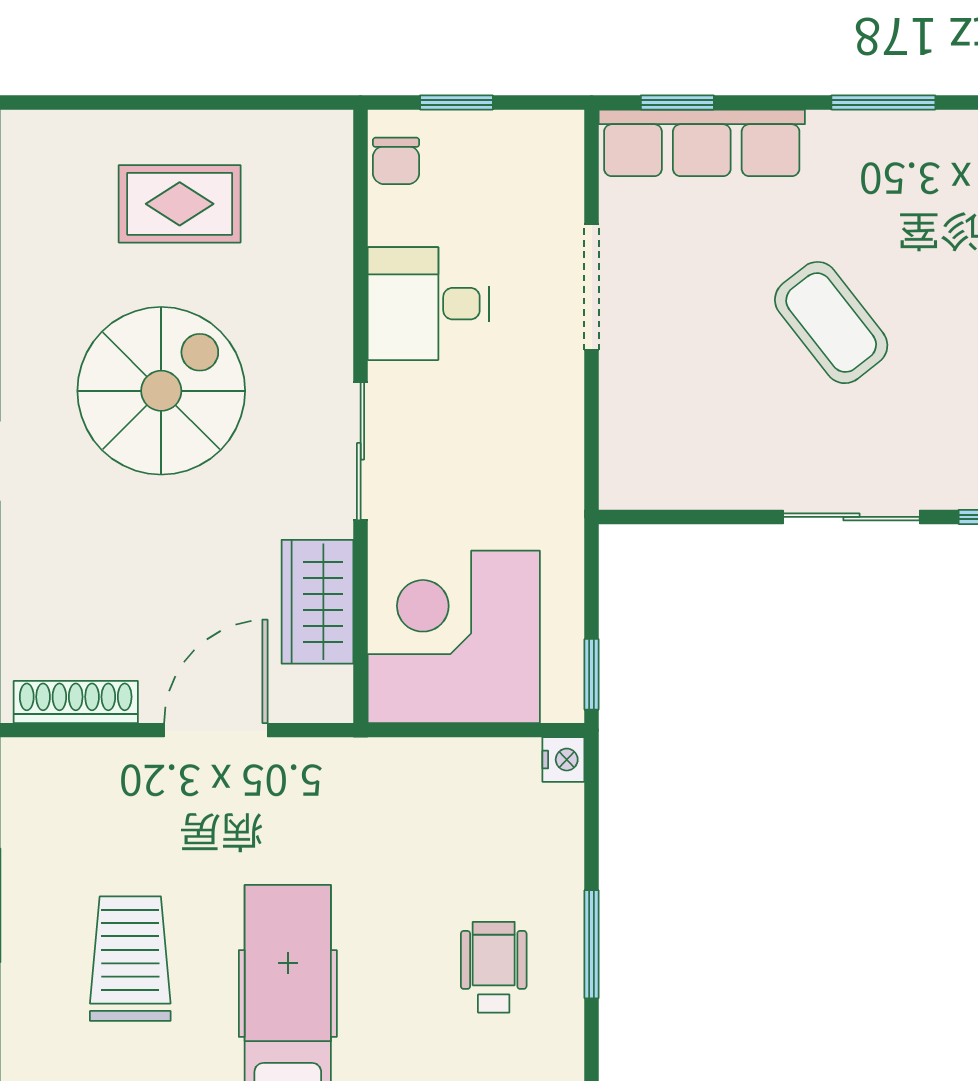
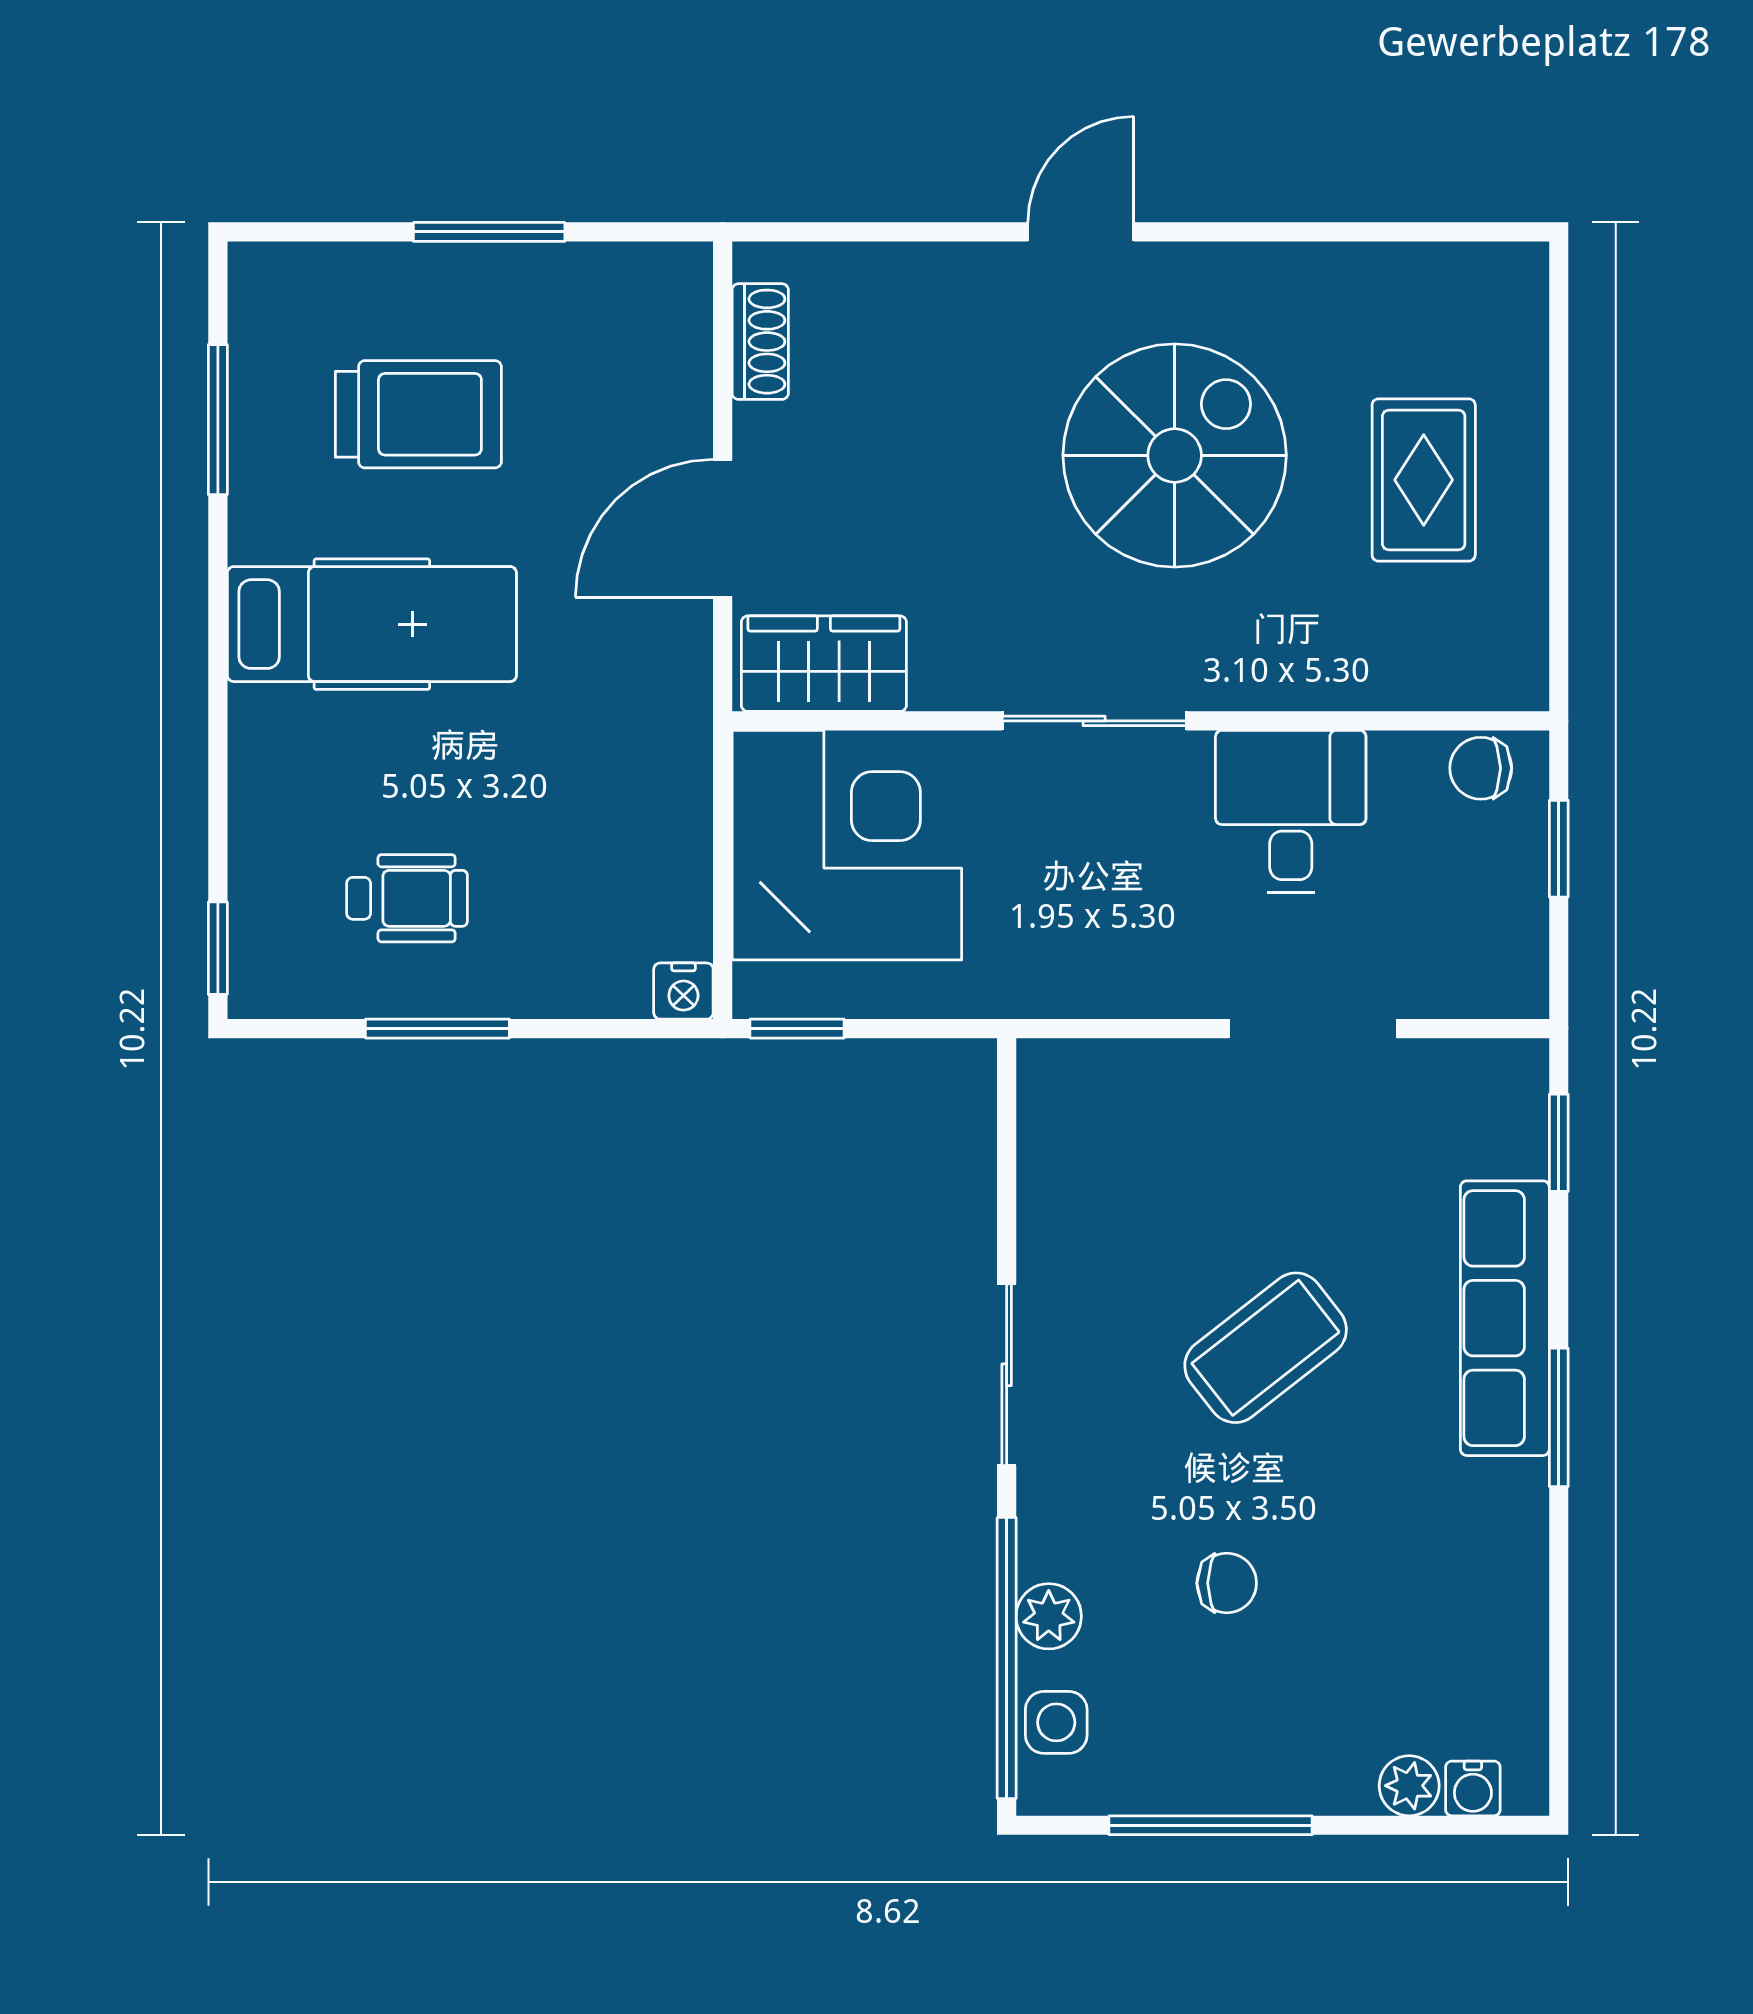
row of seats: (702, 143) -> (1505, 1318), moved
spiral stairs: (161, 391) -> (1175, 455), turned -90
wardrobe: (318, 602) -> (824, 664), moved
shoe rack: (76, 702) -> (760, 342), width x0.70
door: (216, 730) -> (723, 528), swing flipped

